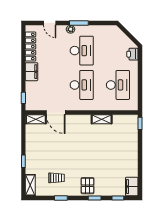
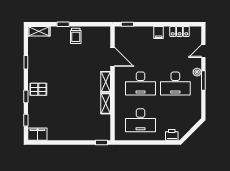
locker: (31, 47) -> (179, 31), width x0.66
filing cabinet: (32, 72) -> (159, 33), width x0.50
door: (56, 113) -> (113, 57), swing flipped
shelving: (36, 119) -> (106, 82), moved
trolley: (56, 178) -> (76, 36), moved

